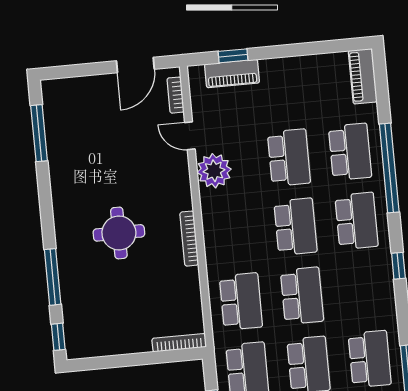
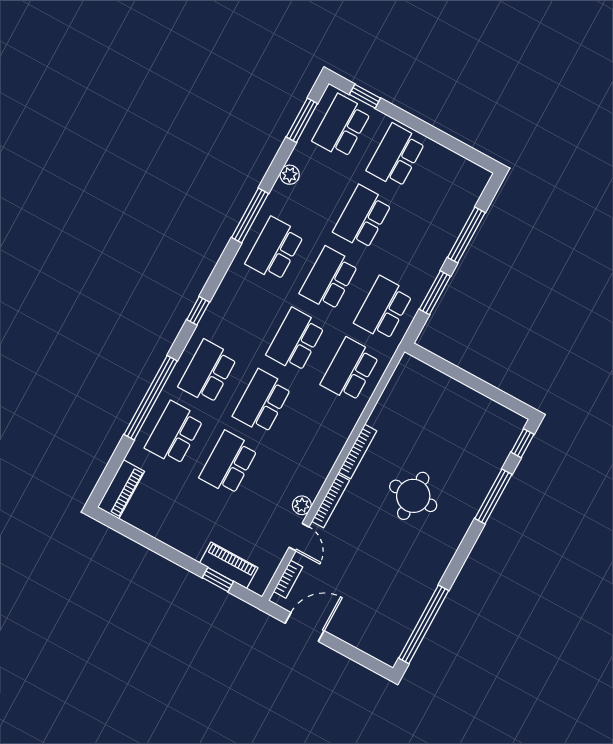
window: (39, 133) -> (424, 624), width x1.46
plant: (214, 171) -> (302, 505), width x0.53, depth x0.53
bookcase: (179, 343) -> (331, 501), moved, turned -90

